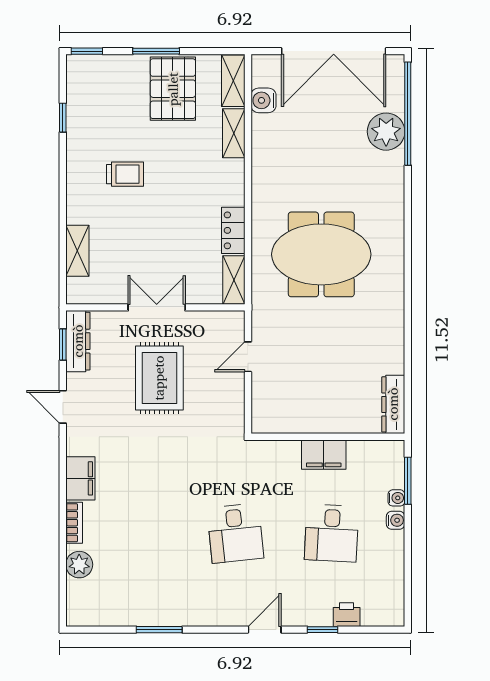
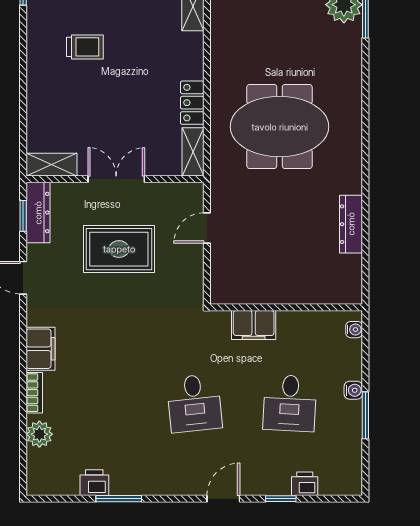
shelving: (77, 251) -> (51, 165), moved, turned 90
rug: (159, 378) -> (119, 249), turned 90
dresser: (393, 404) -> (351, 224), moved
filing cabinet: (324, 455) -> (254, 325), moved
window: (408, 481) -> (365, 415), moved
water cooler: (396, 498) -> (354, 330), moved
printer: (134, 613) -> (94, 483), added

